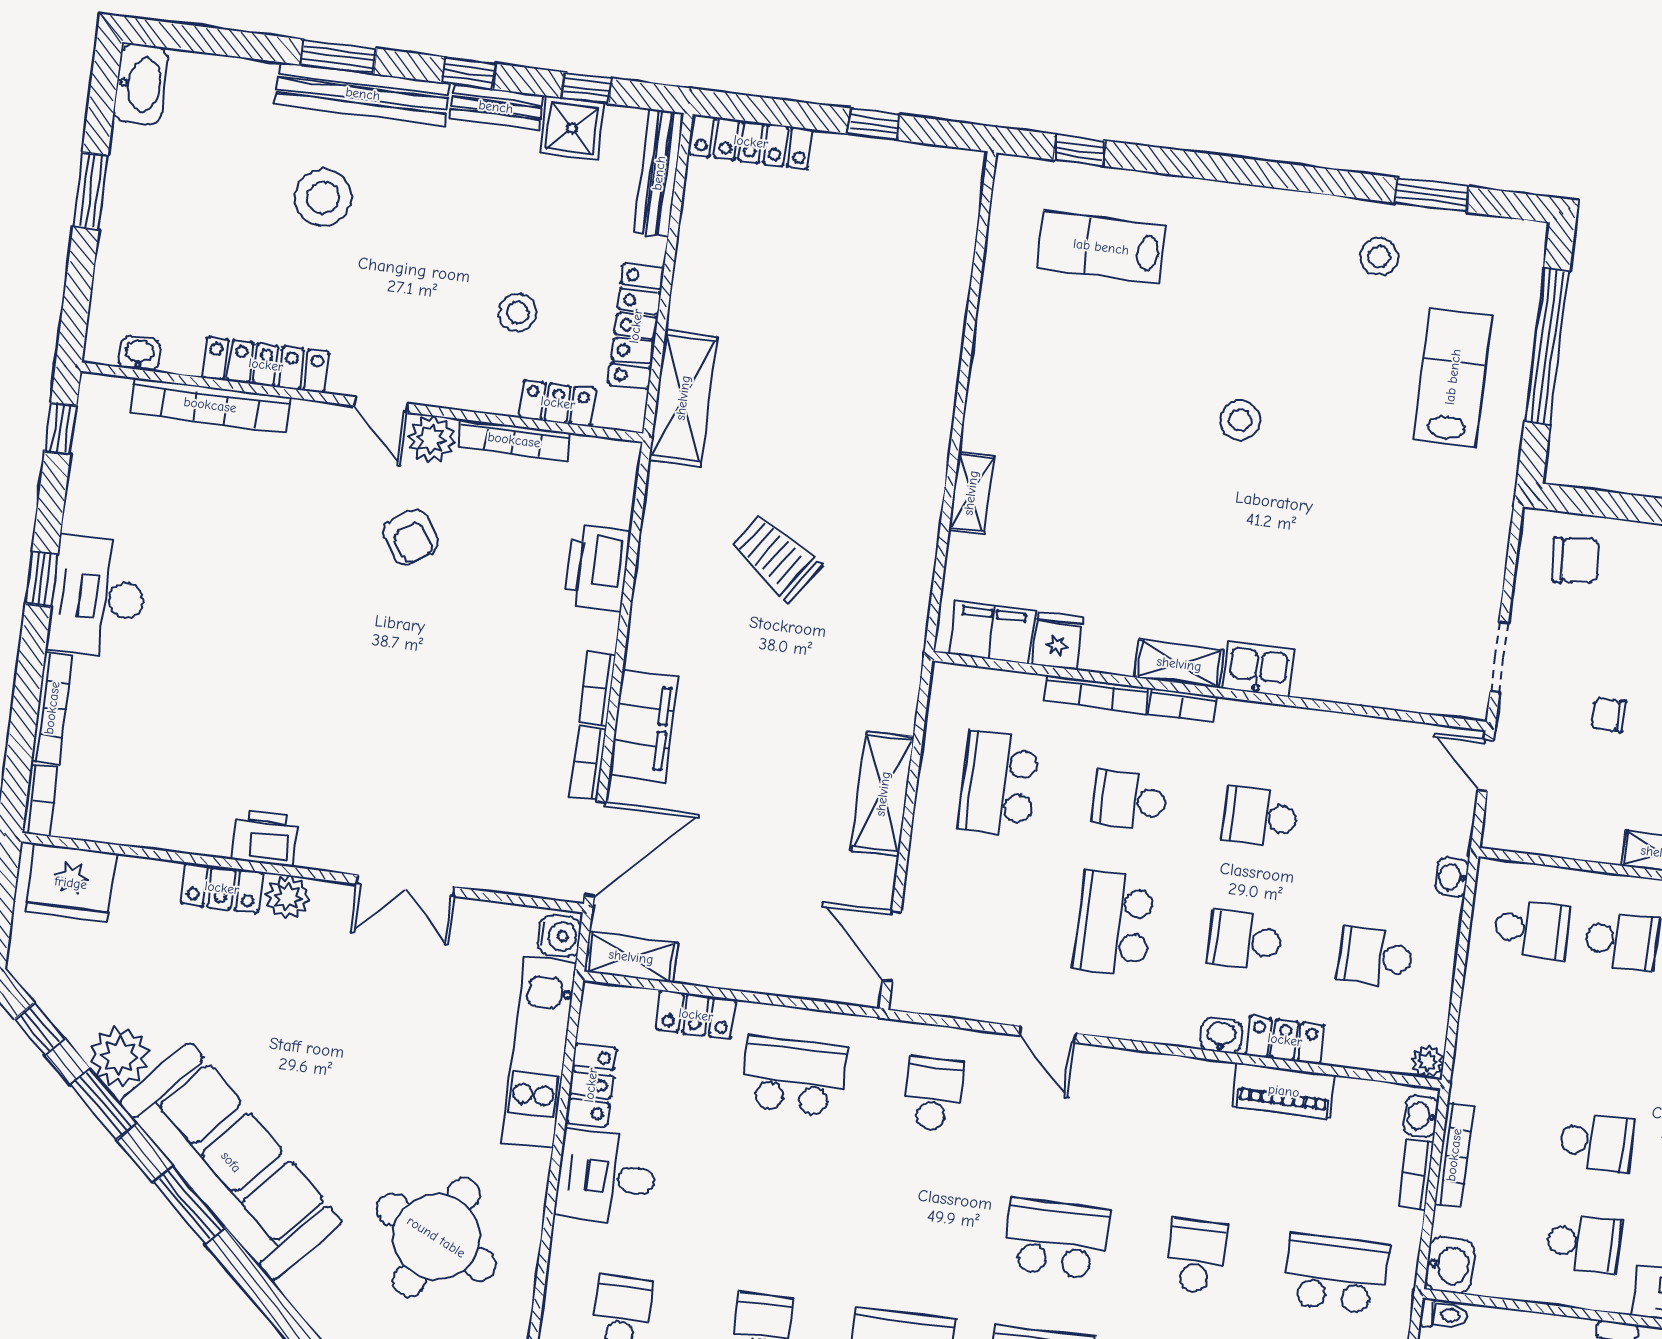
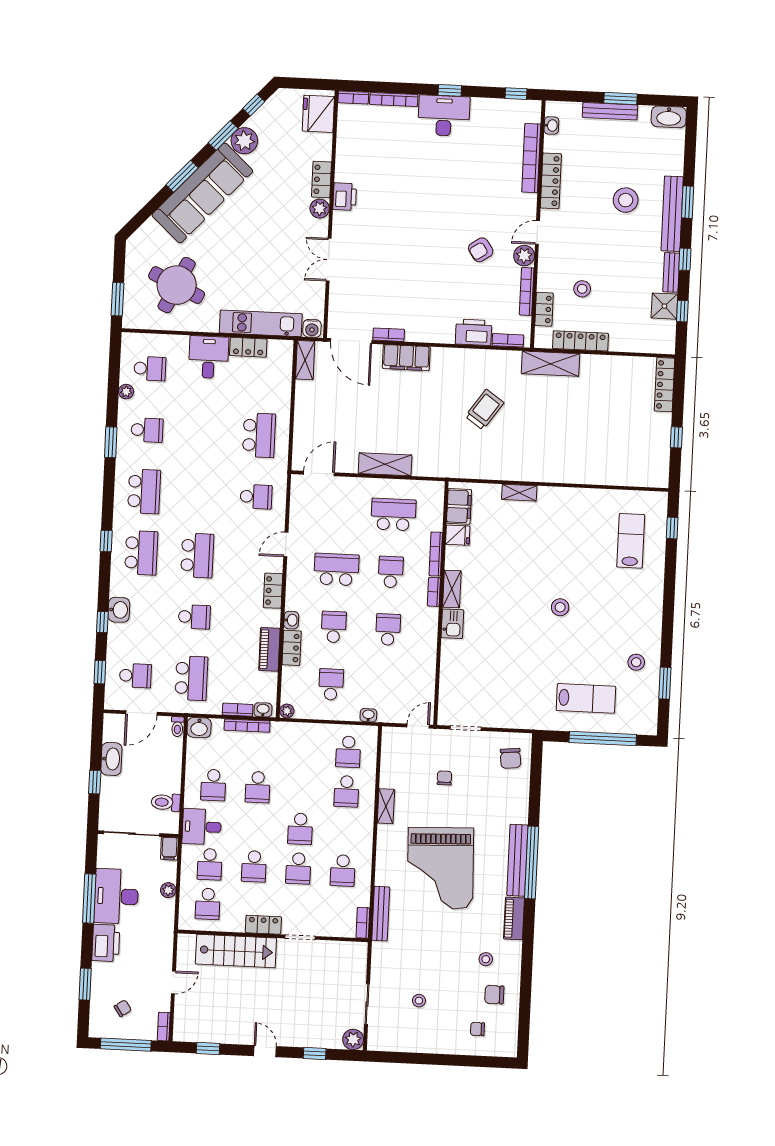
bench: (659, 173) -> (610, 111), moved
bookcase: (597, 688) -> (508, 340), moved
locker: (696, 1015) -> (273, 591), moved

